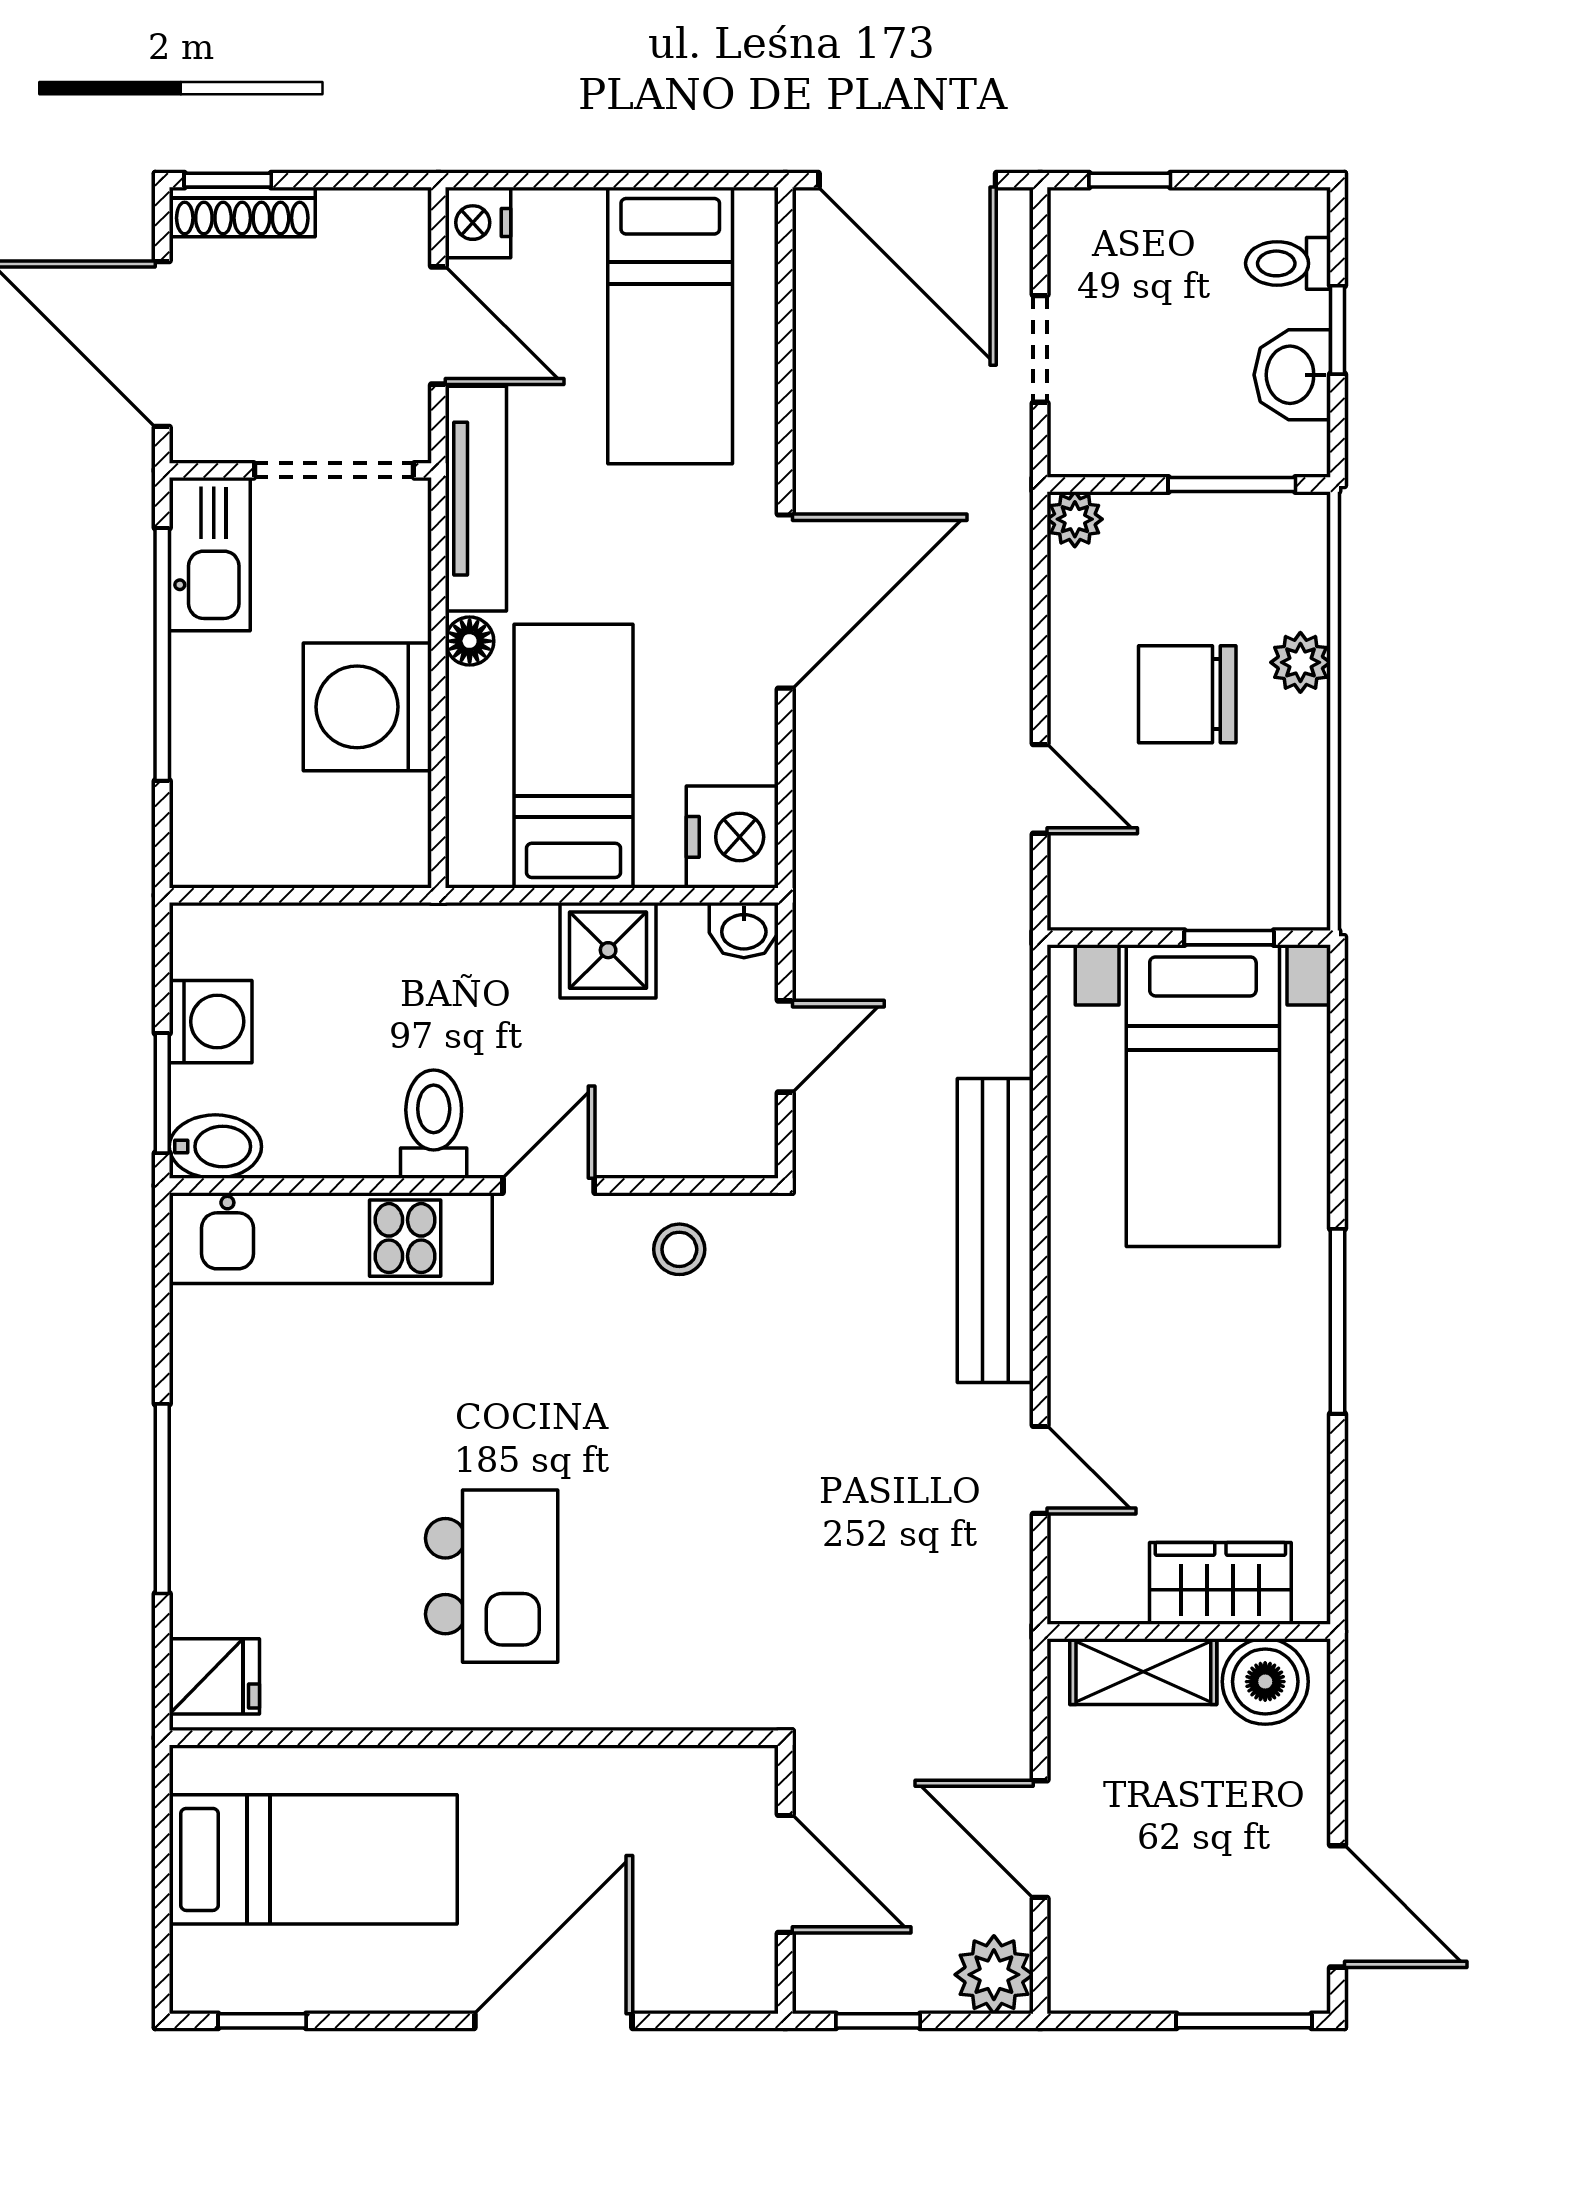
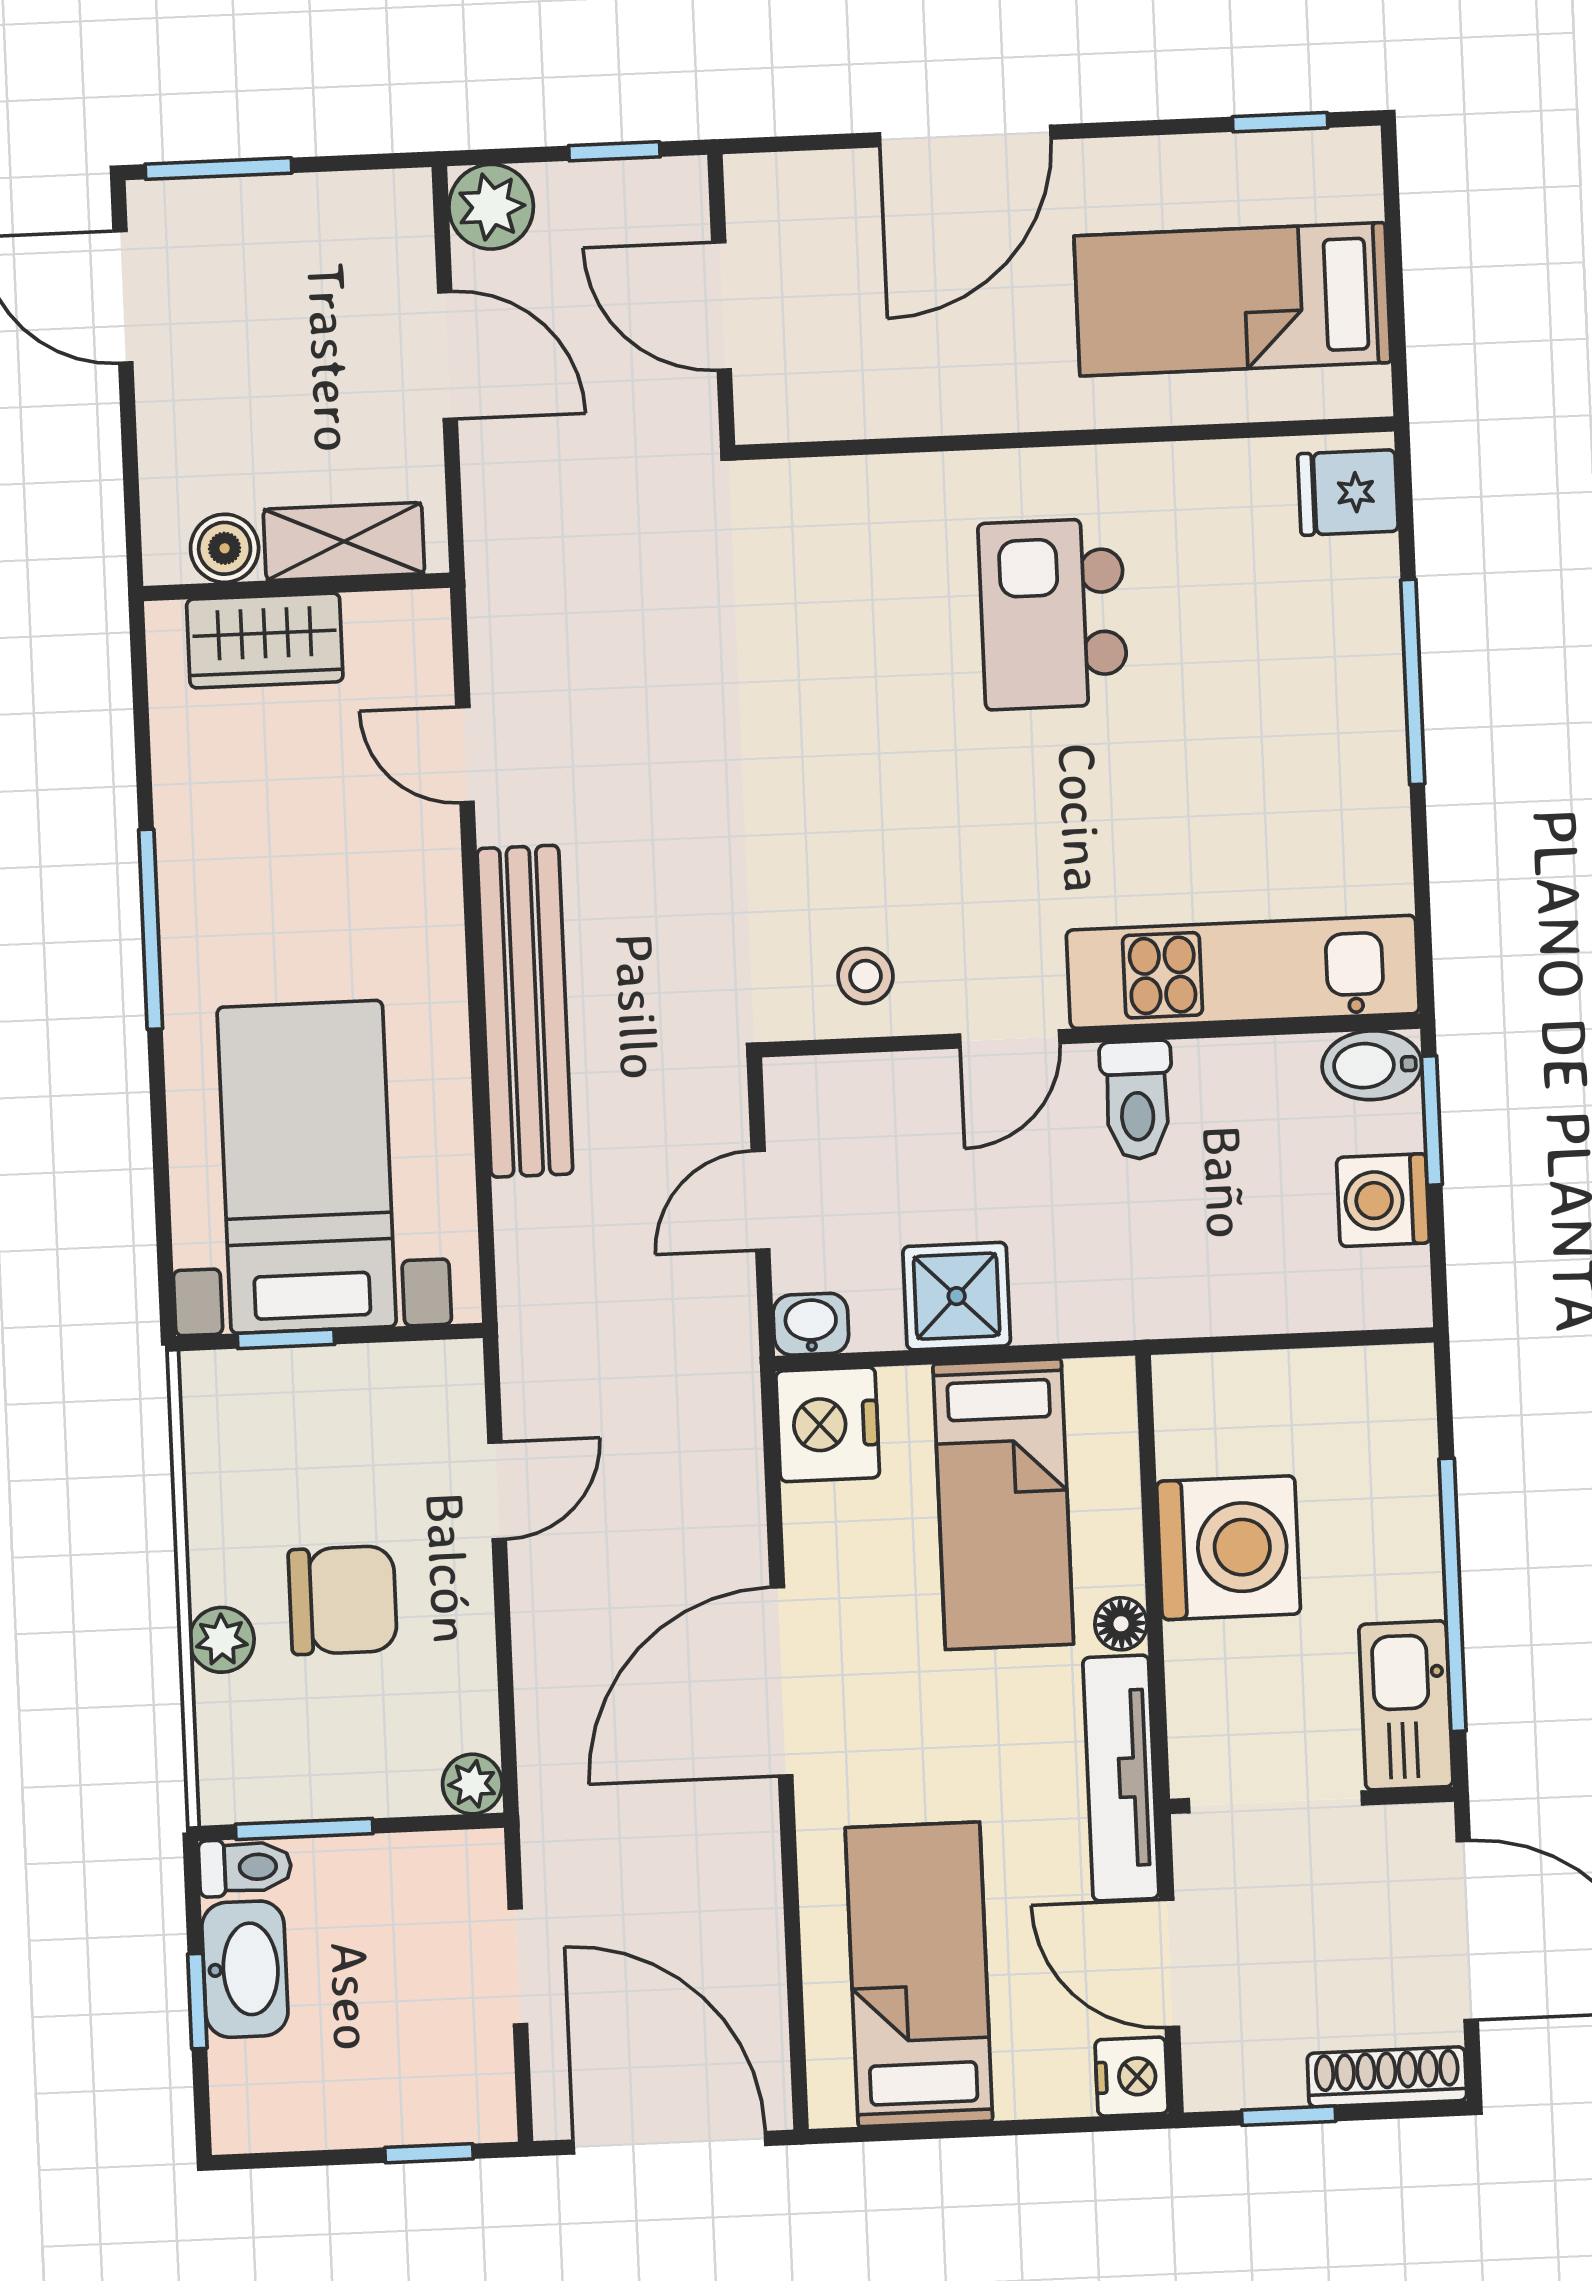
window: (228, 180) -> (1289, 2116), moved
toilet: (1288, 263) -> (245, 1867), moved
washbasin: (1292, 375) -> (245, 1969), width x1.38
door: (1040, 789) -> (497, 1491), swing flipped
boiler: (1265, 1682) -> (225, 548), width x0.73, depth x0.73

